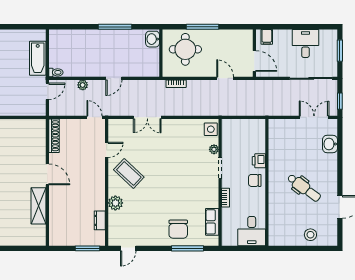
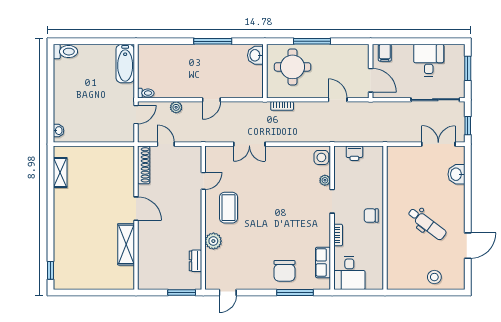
bathtub: (38, 58) -> (125, 64), moved
door: (94, 117) -> (166, 144), moved
printer: (259, 161) -> (354, 153), moved, turned -90
coffee table: (129, 173) -> (228, 208), turned 47
desk: (252, 231) -> (349, 273), moved

